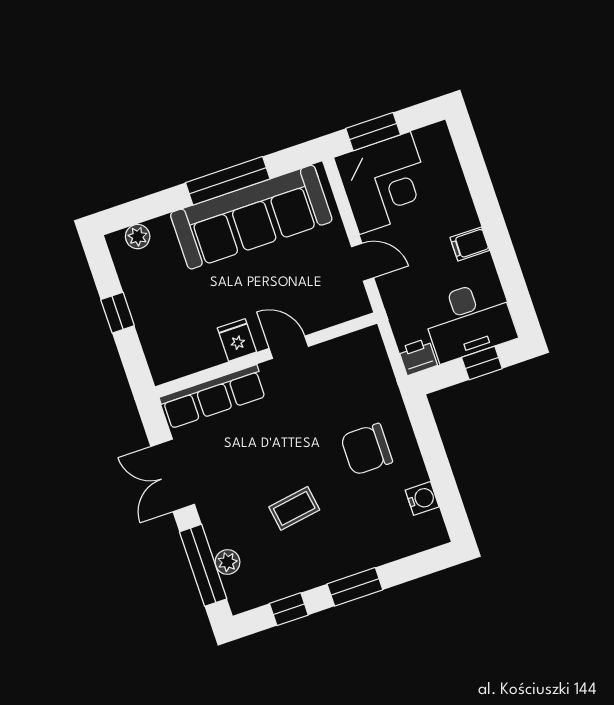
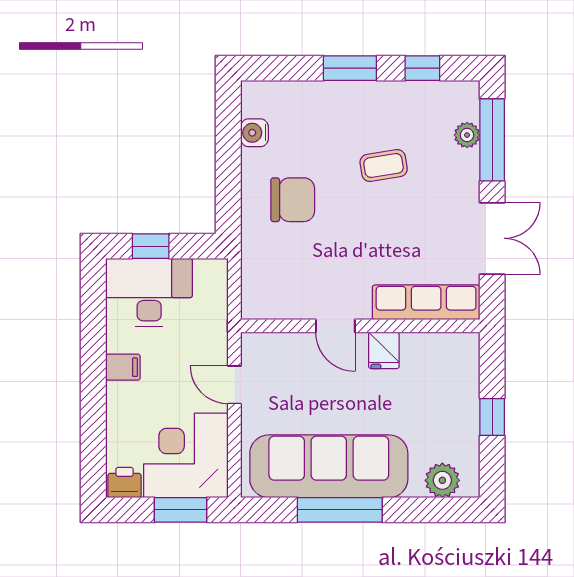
plant: (138, 237) -> (442, 480), width x1.38, depth x1.38
printer: (418, 357) -> (124, 482), moved, turned 180

